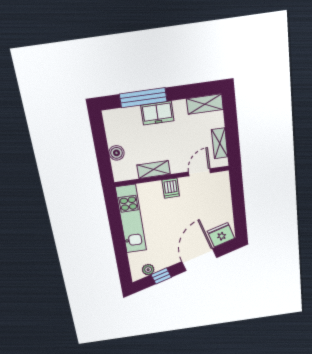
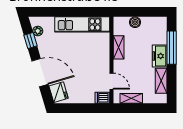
shelving: (205, 104) -> (161, 81), moved
dishwasher: (171, 188) -> (102, 98), moved

